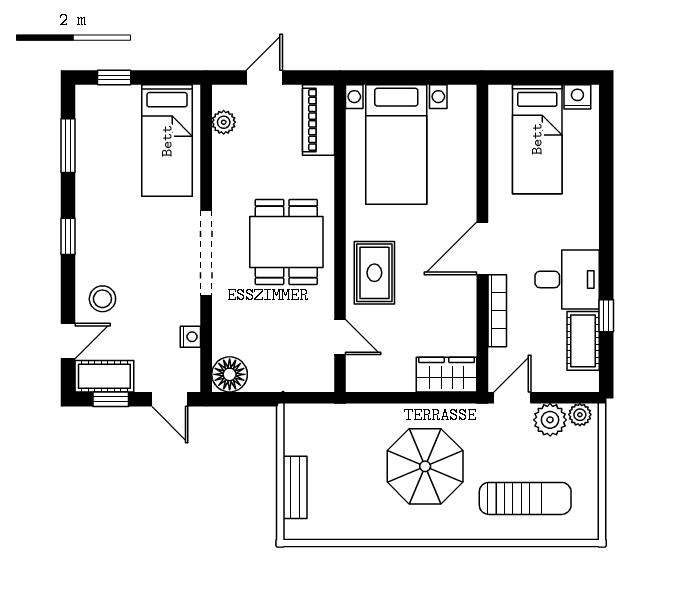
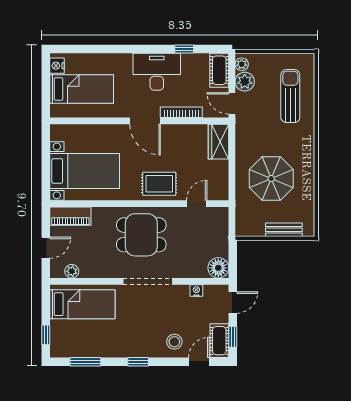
door: (264, 77) -> (46, 248), swing flipped
desk: (567, 279) -> (157, 72), width x1.37
door: (68, 341) -> (199, 362), hinge flipped
cot: (583, 341) -> (219, 70), moved, turned 90
parasol: (425, 466) -> (271, 179), moved

